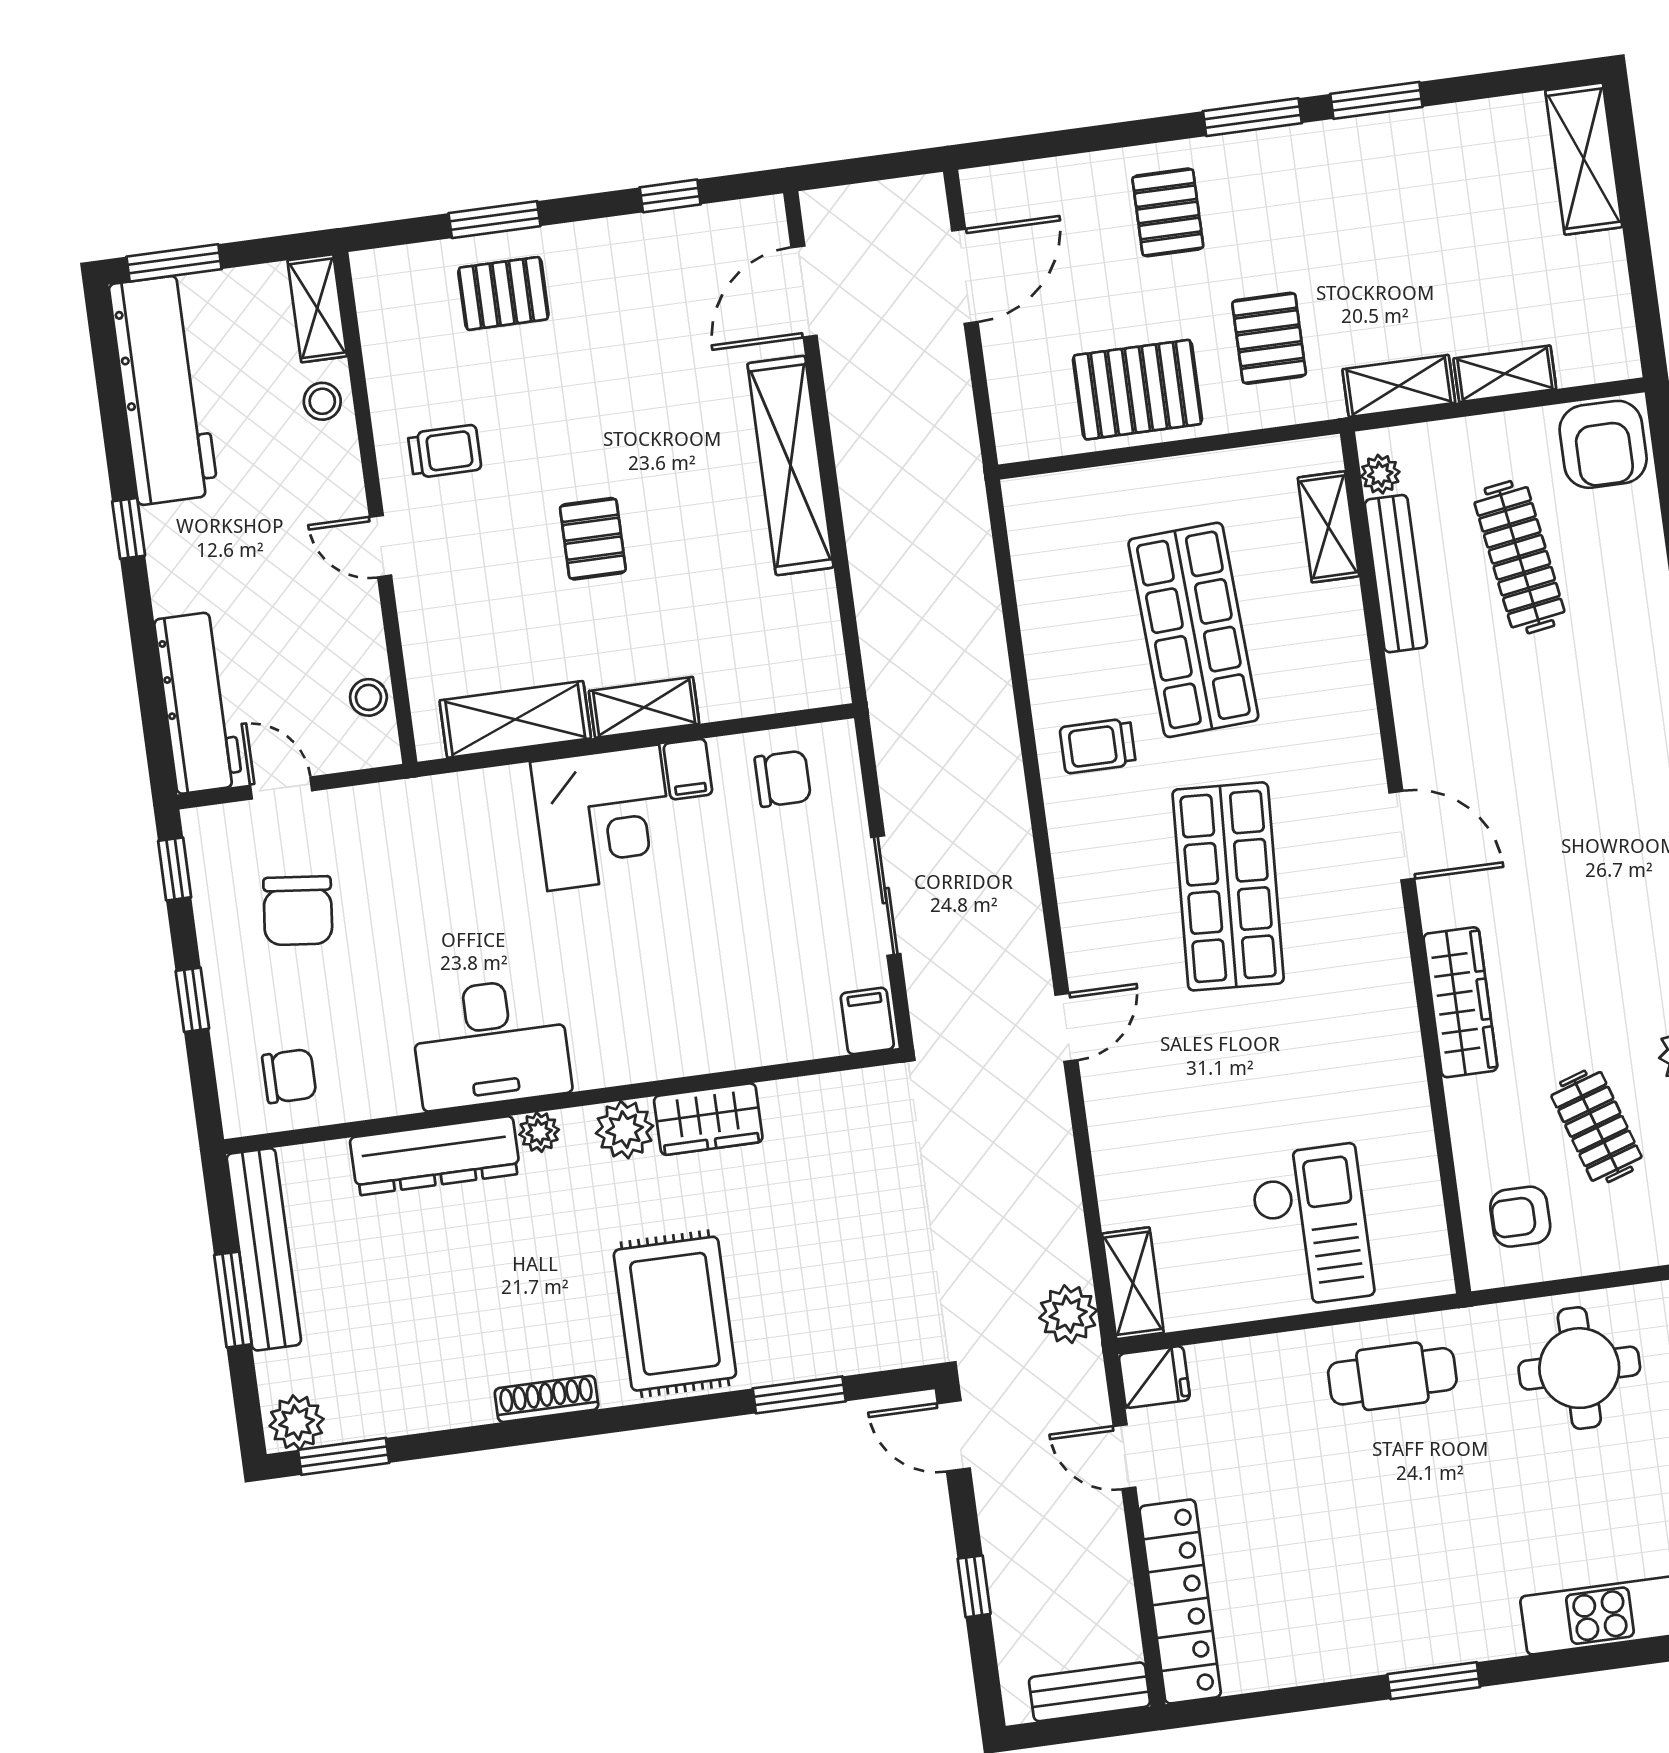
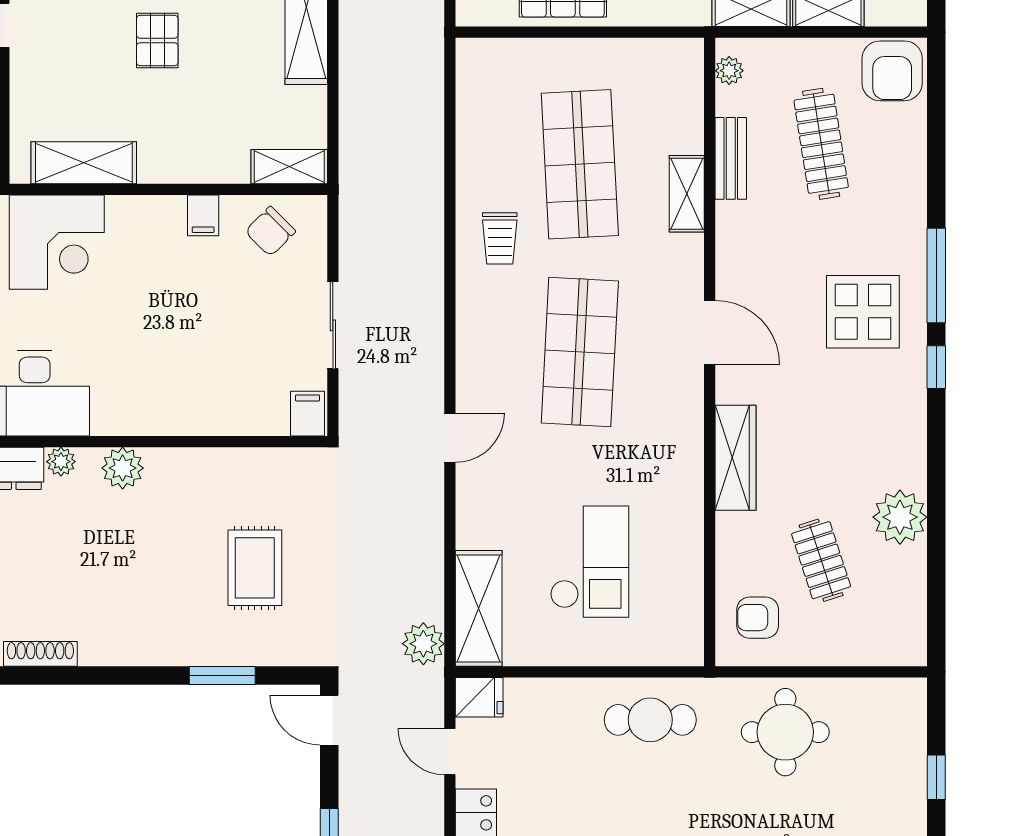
shelving: (1328, 527) -> (687, 194), moved
bench: (1396, 574) -> (731, 158), width x0.73
shelving: (644, 707) -> (289, 167), moved
trolley: (1098, 746) -> (500, 238), turned -90
chair: (783, 779) -> (270, 231), turned 135
display table: (1608, 779) -> (863, 312), added
corner desk: (603, 818) -> (57, 242), moved
wardrobe: (708, 1119) -> (184, 469), removed
checkout: (1311, 1226) -> (590, 562), moved
shelving: (1133, 1283) -> (479, 608), width x1.50, depth x1.33
rug: (675, 1314) -> (255, 568), moved, width x0.73, depth x0.70

